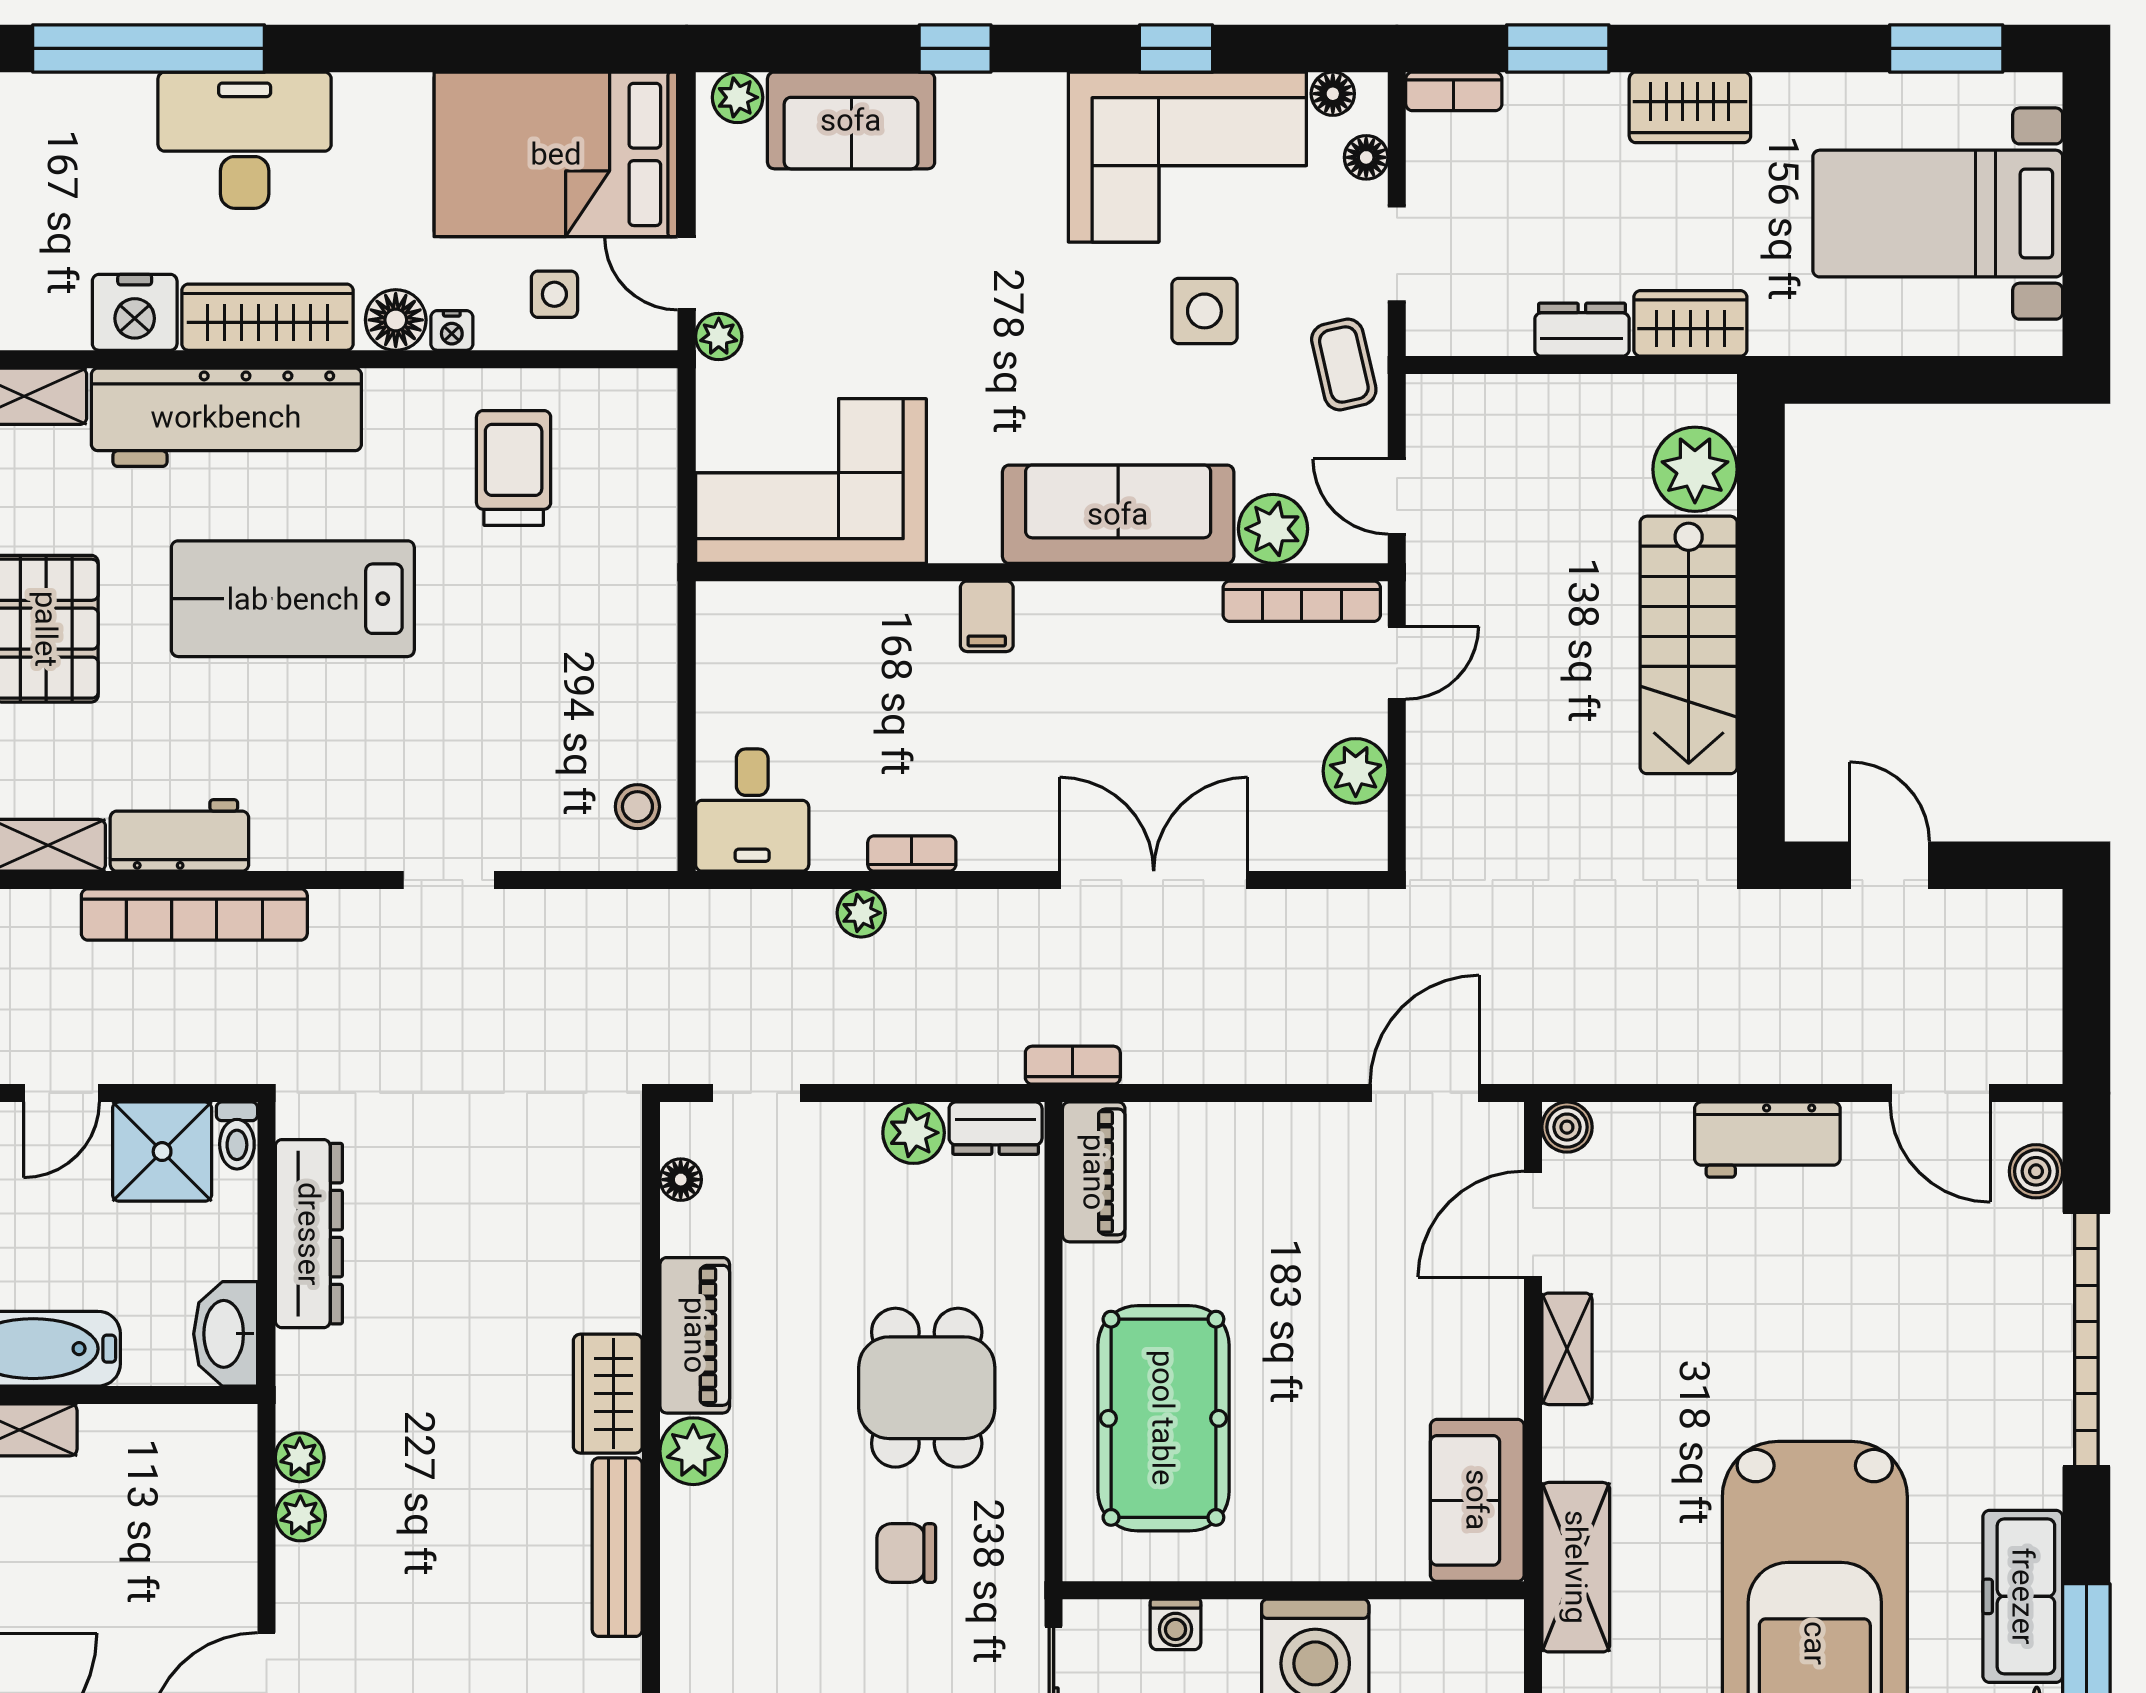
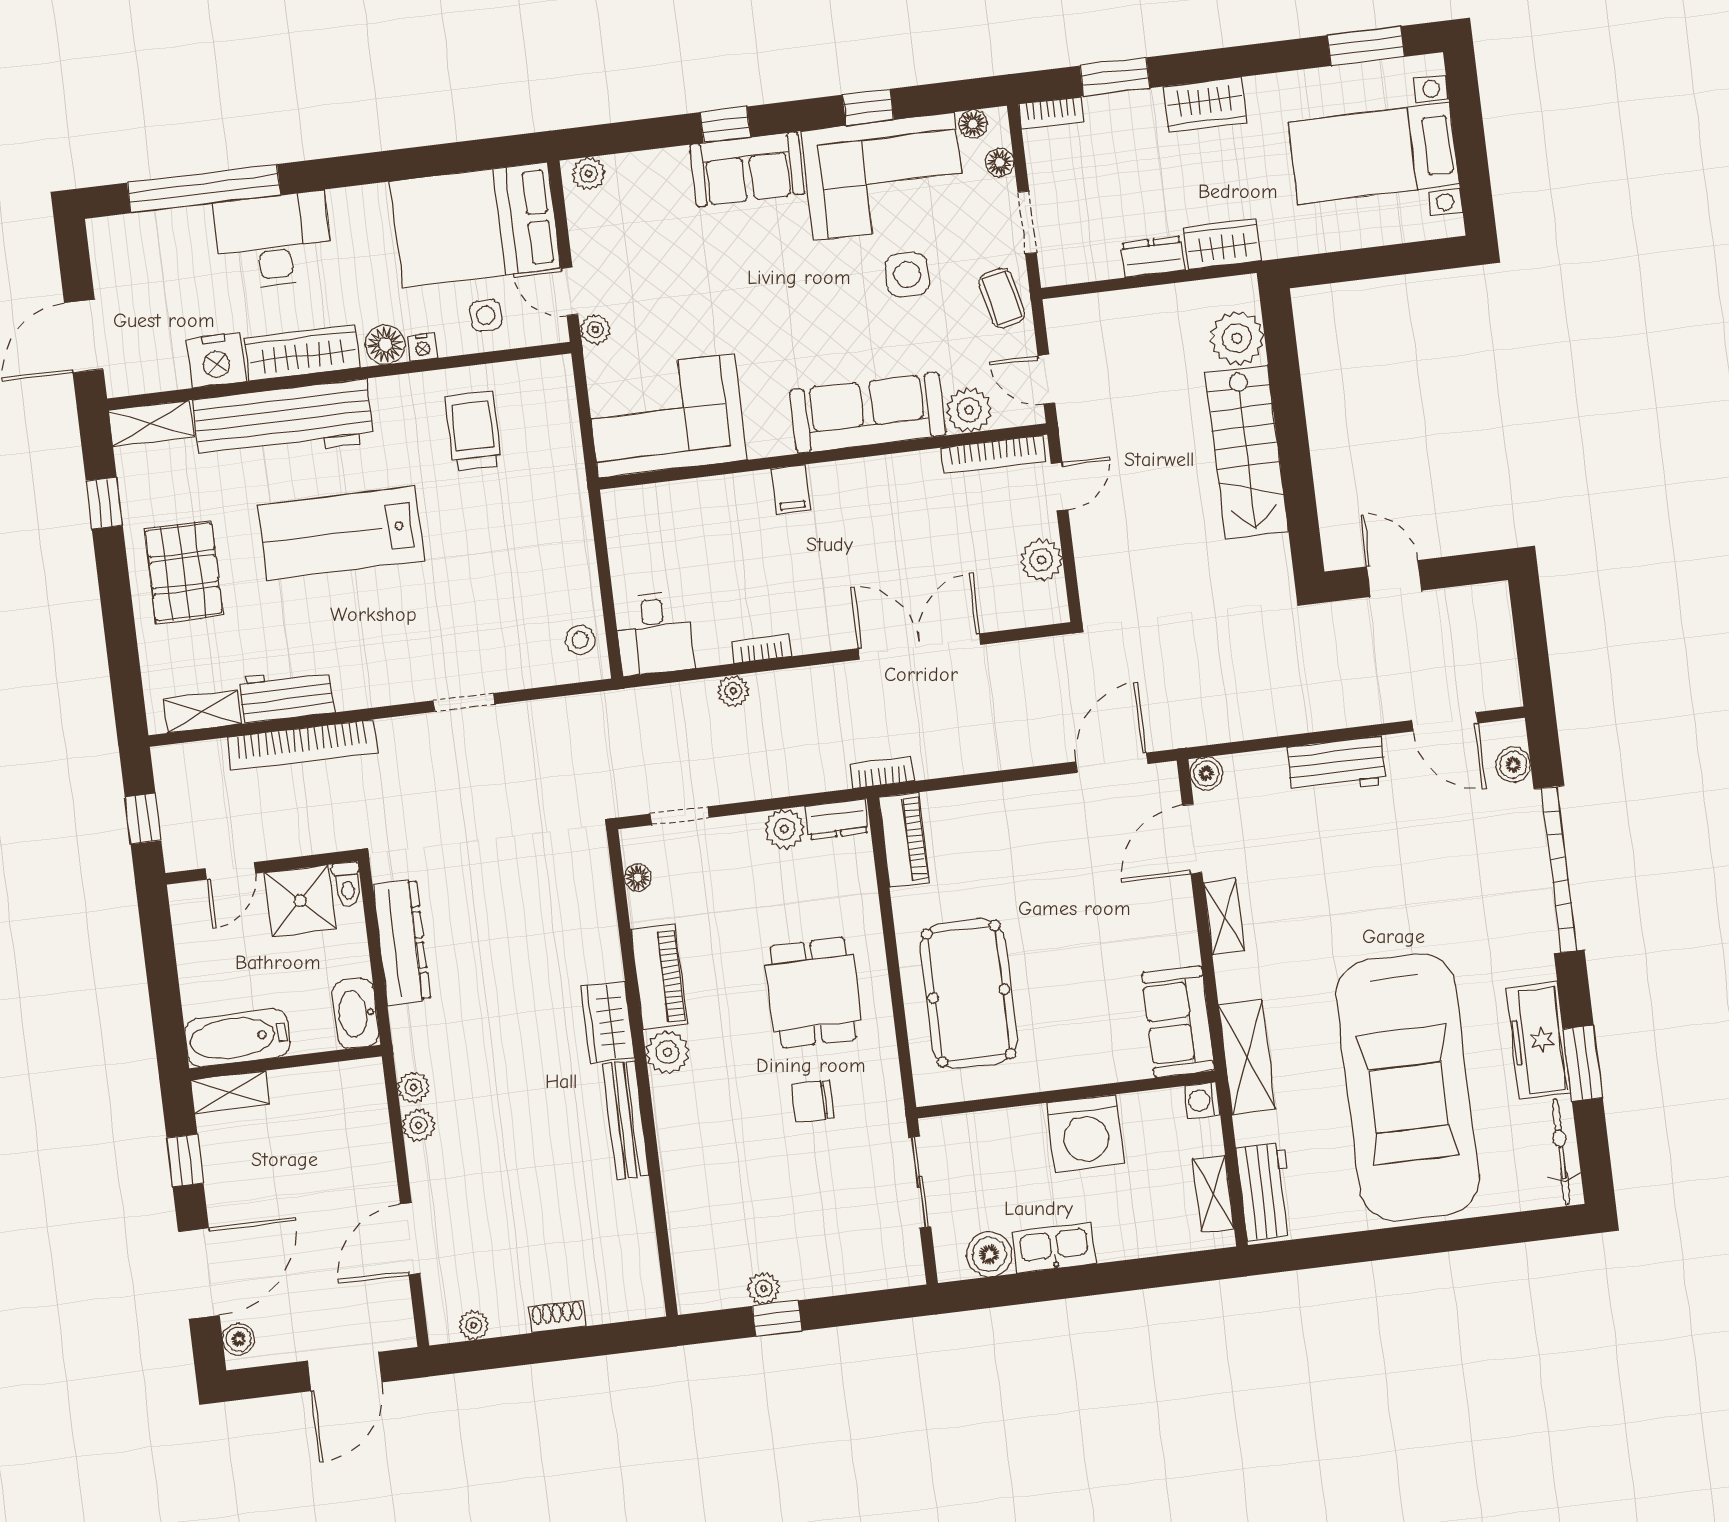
sofa: (851, 120) -> (747, 169), moved
washing machine: (1176, 1624) -> (1202, 1100), moved, turned 90

